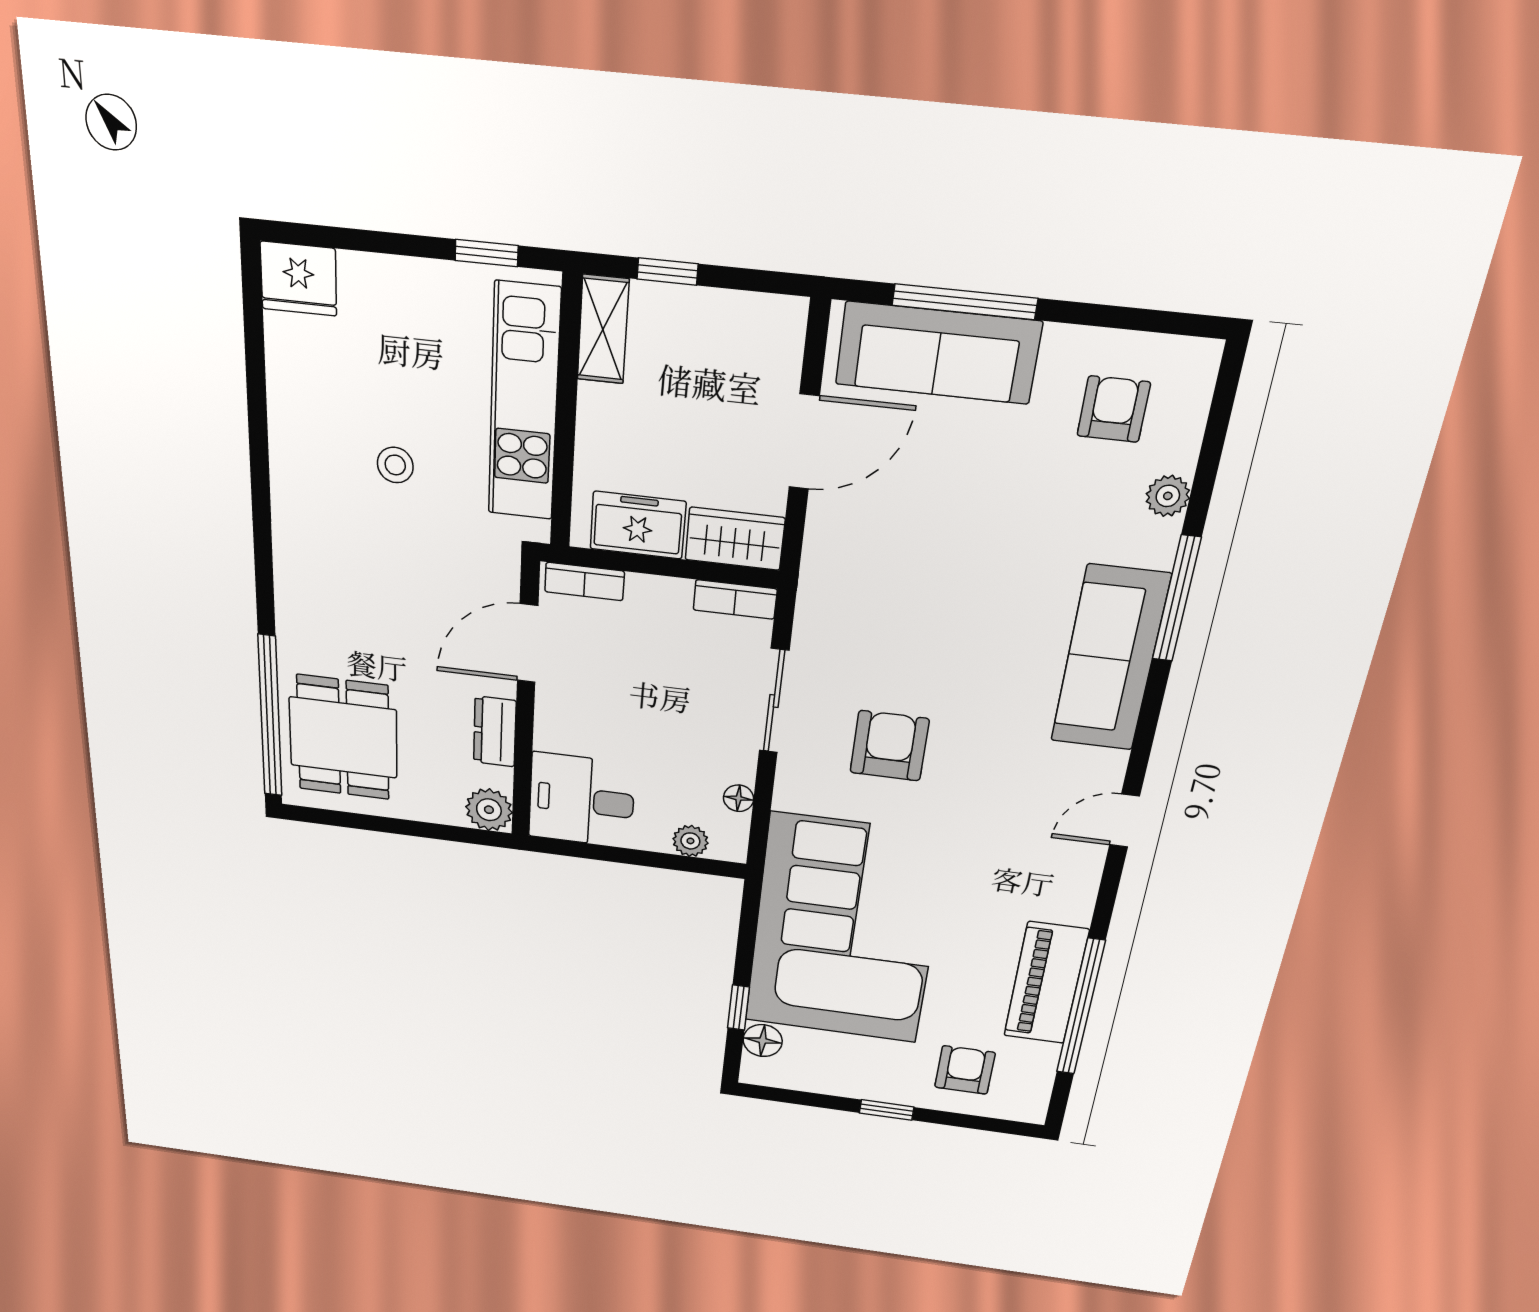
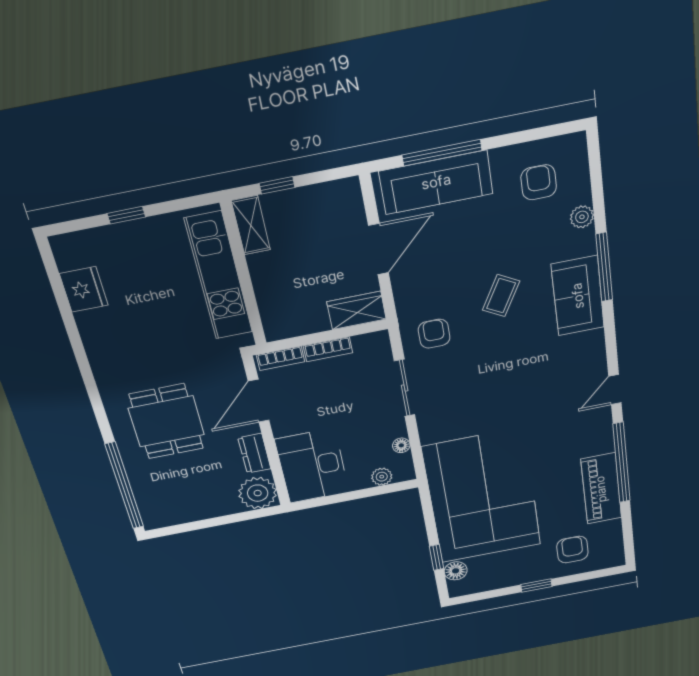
window: (487, 253) -> (126, 215), moved
fridge: (299, 279) -> (84, 289), moved, turned -90
stool: (395, 465) -> (157, 330), removed
freezer: (638, 525) -> (301, 320), removed
coffee table: (985, 592) -> (501, 296), added
bookcase: (735, 599) -> (328, 349), moved
sofa: (1110, 659) -> (578, 296), width x0.73
dining table: (343, 738) -> (166, 421), moved
armchair: (889, 746) -> (434, 334), moved, width x0.72, depth x0.72
desk: (582, 800) -> (312, 466), width x1.37
plant: (489, 810) -> (258, 493), width x1.36, depth x1.36
window: (1081, 1007) -> (621, 463), moved

